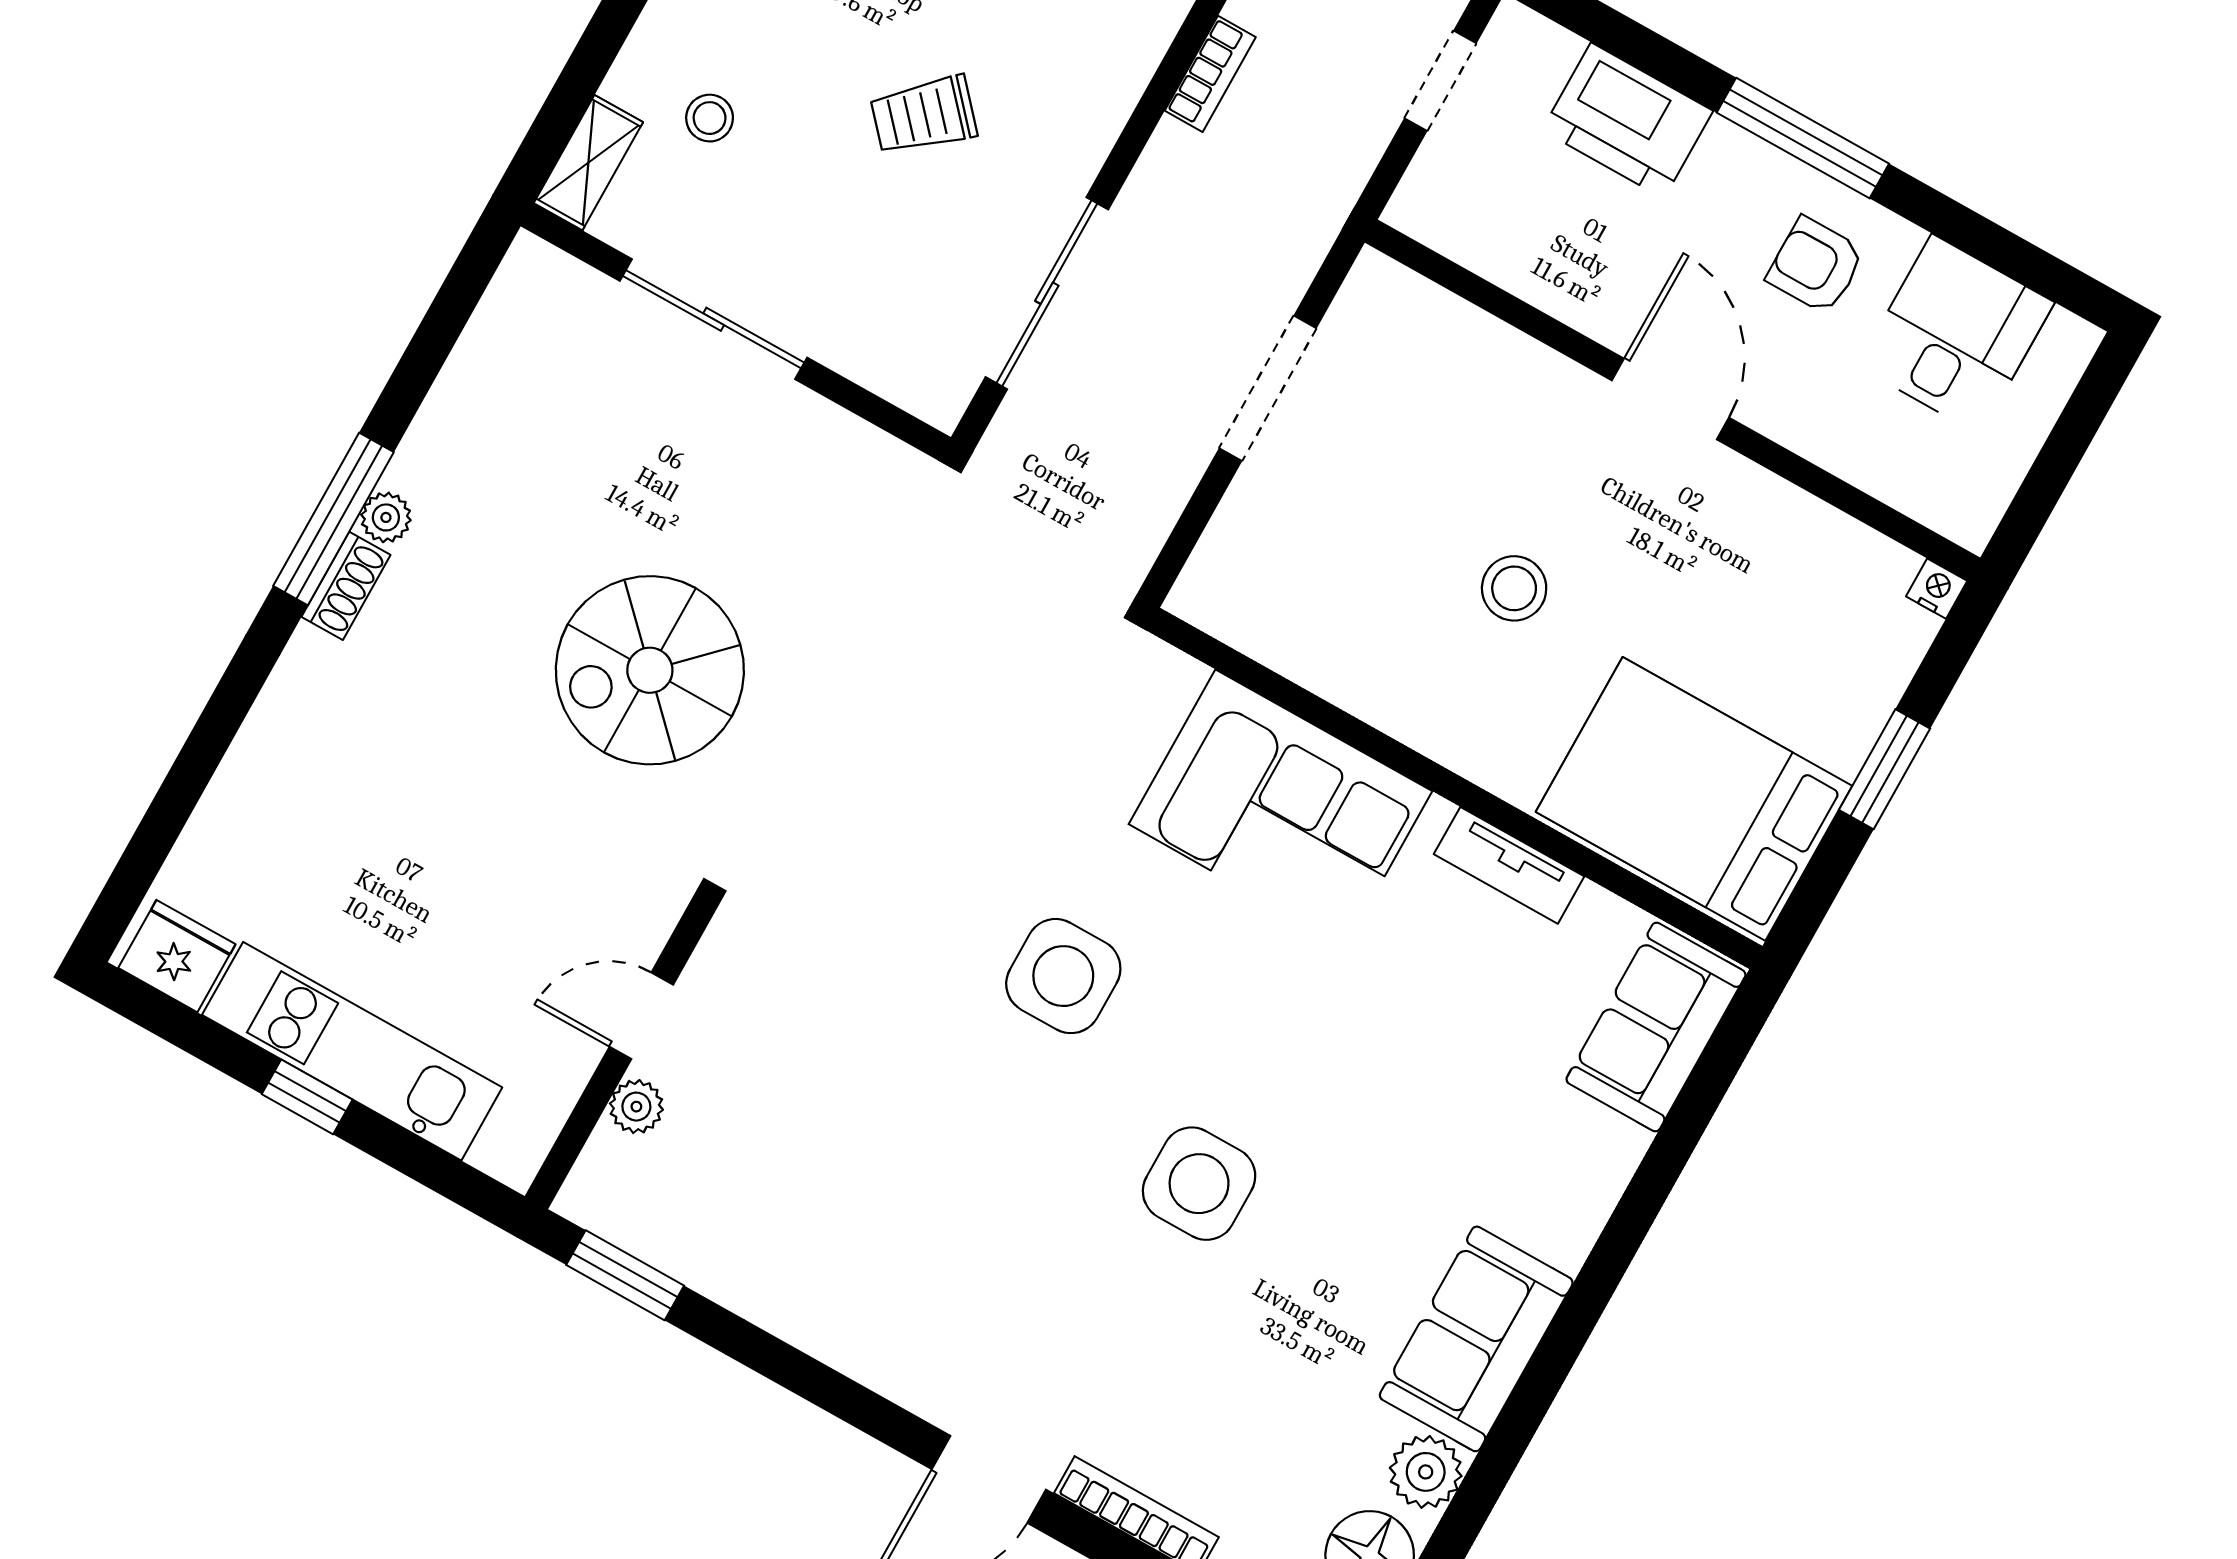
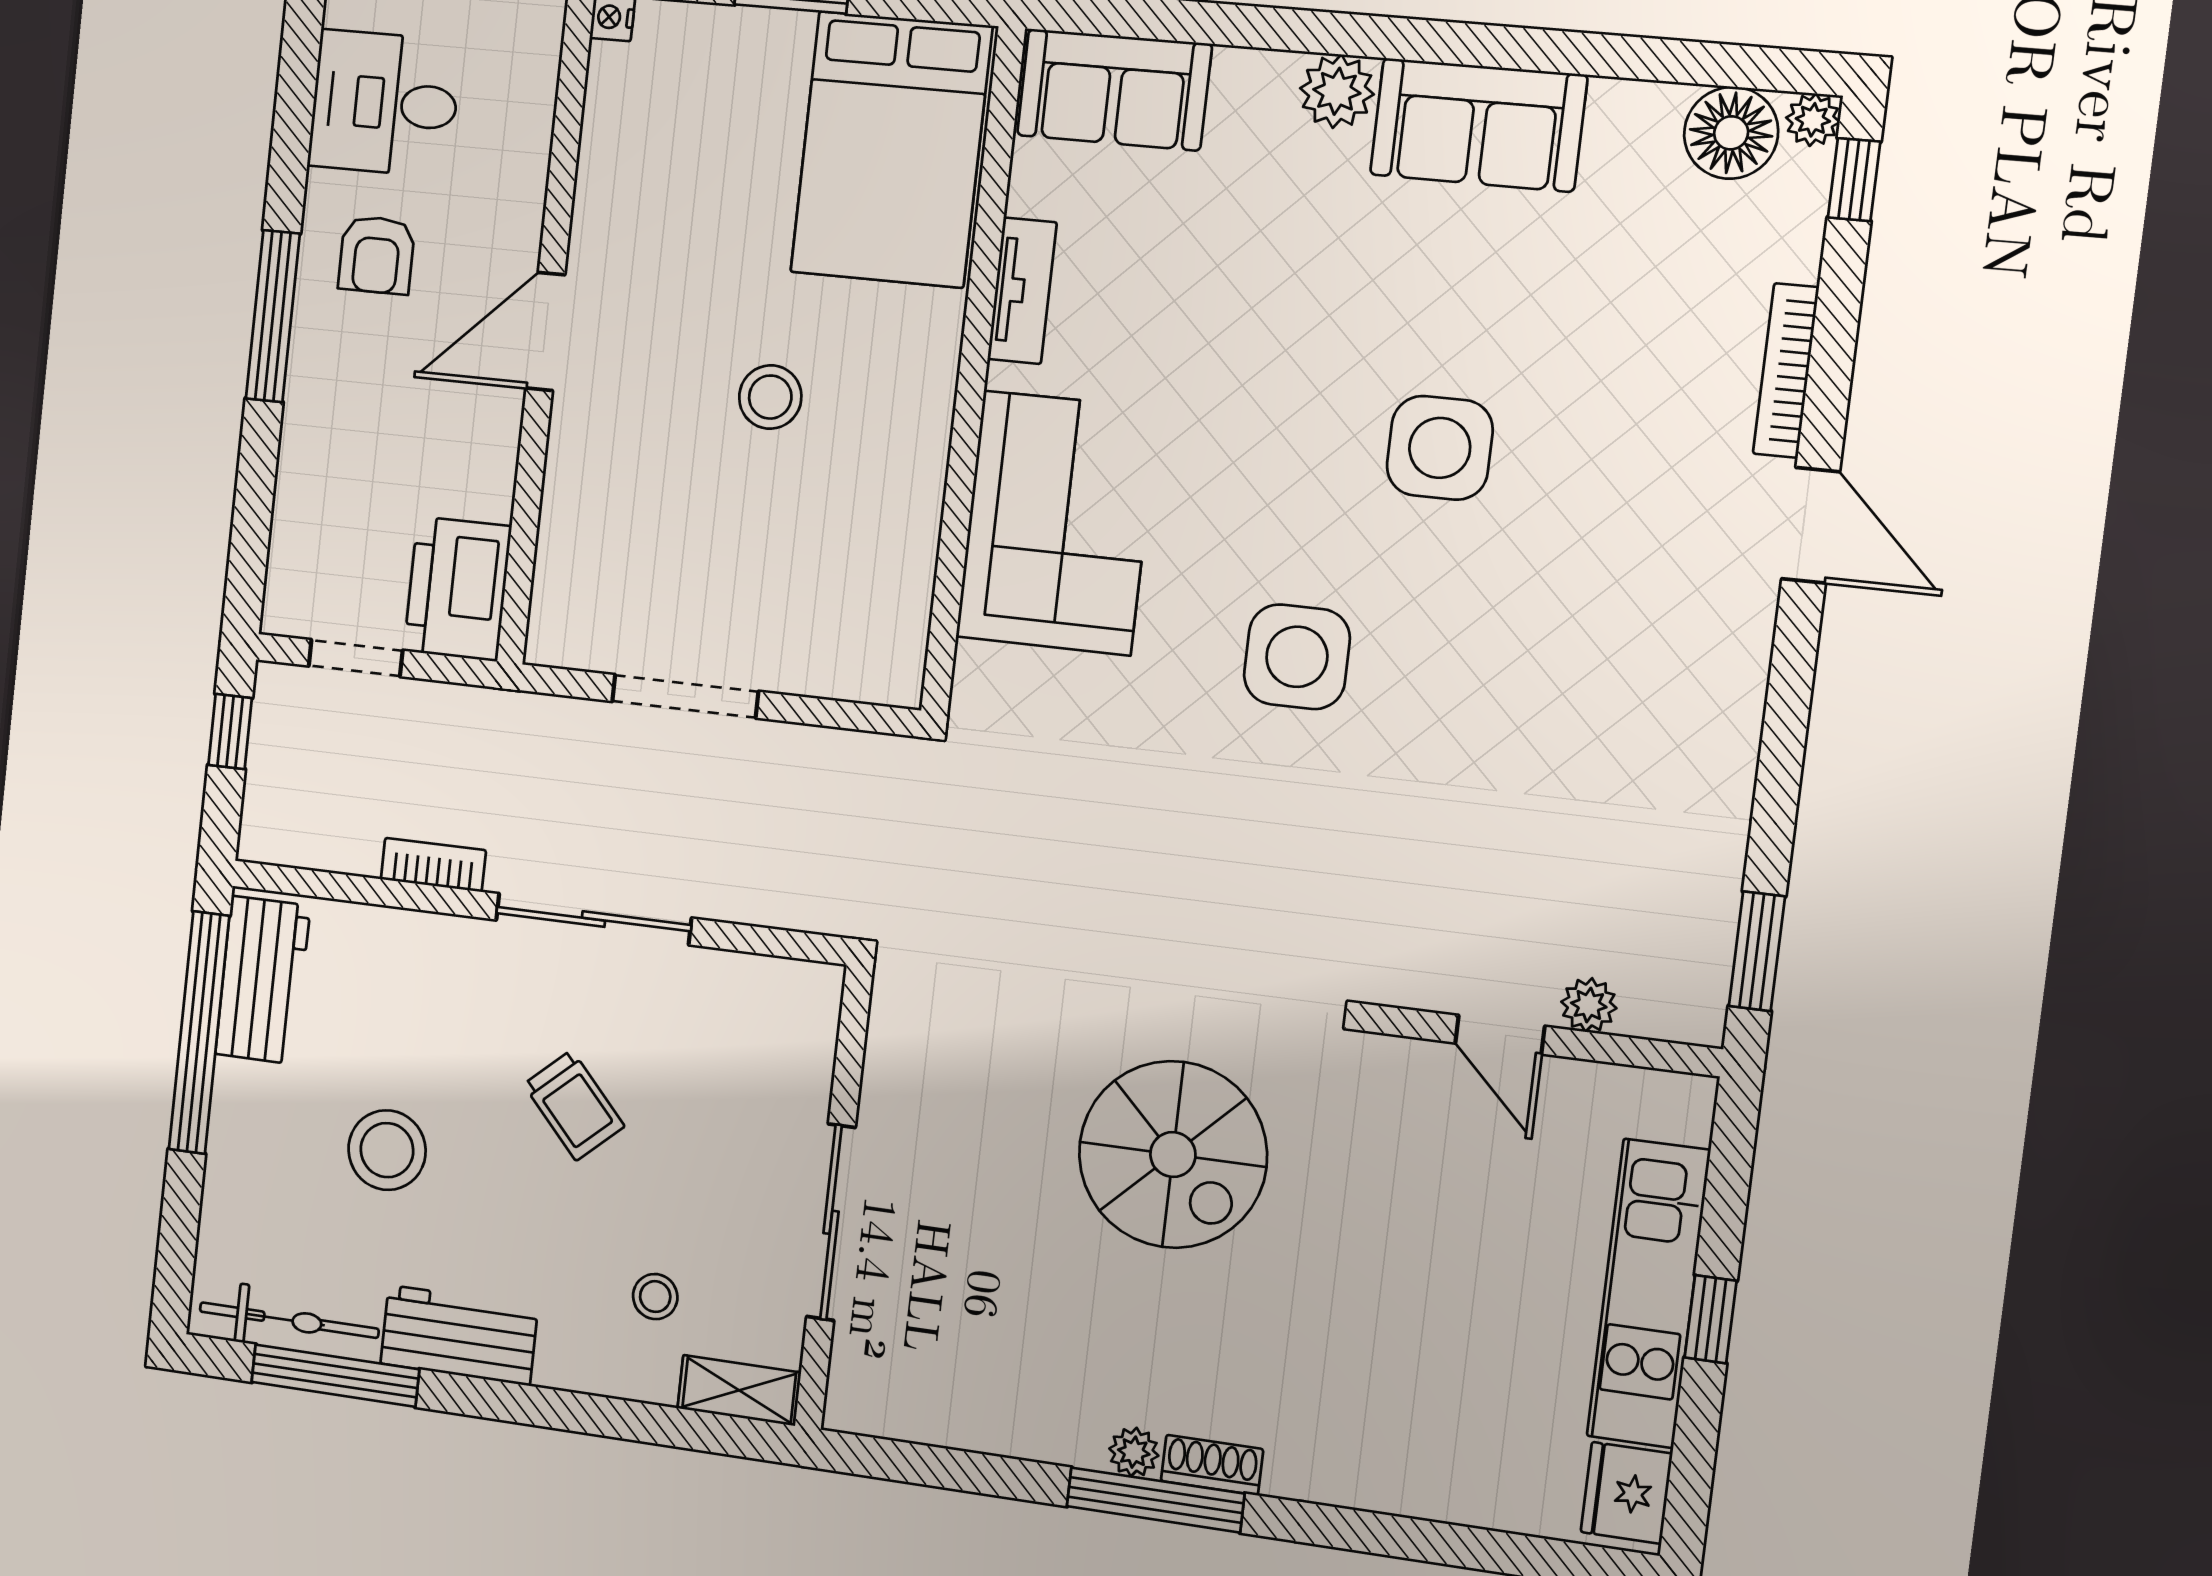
printer: (1627, 120) -> (458, 589), moved, turned 180
sliding door: (1047, 293) -> (593, 919), moved
plant: (1426, 1472) -> (1337, 91), moved

